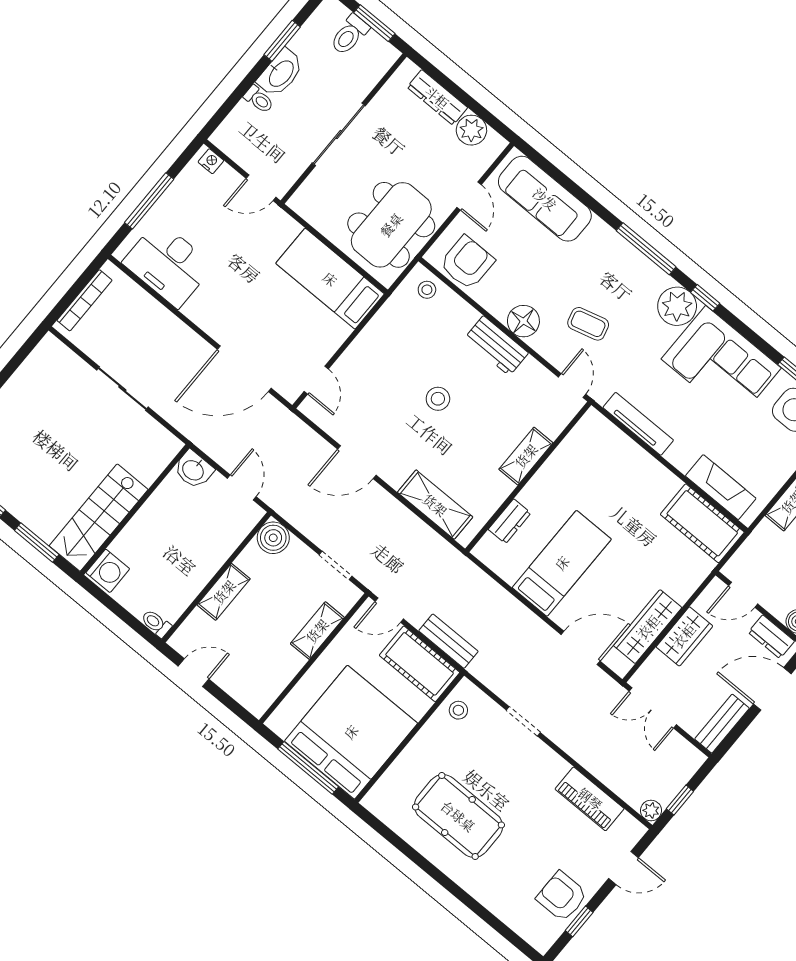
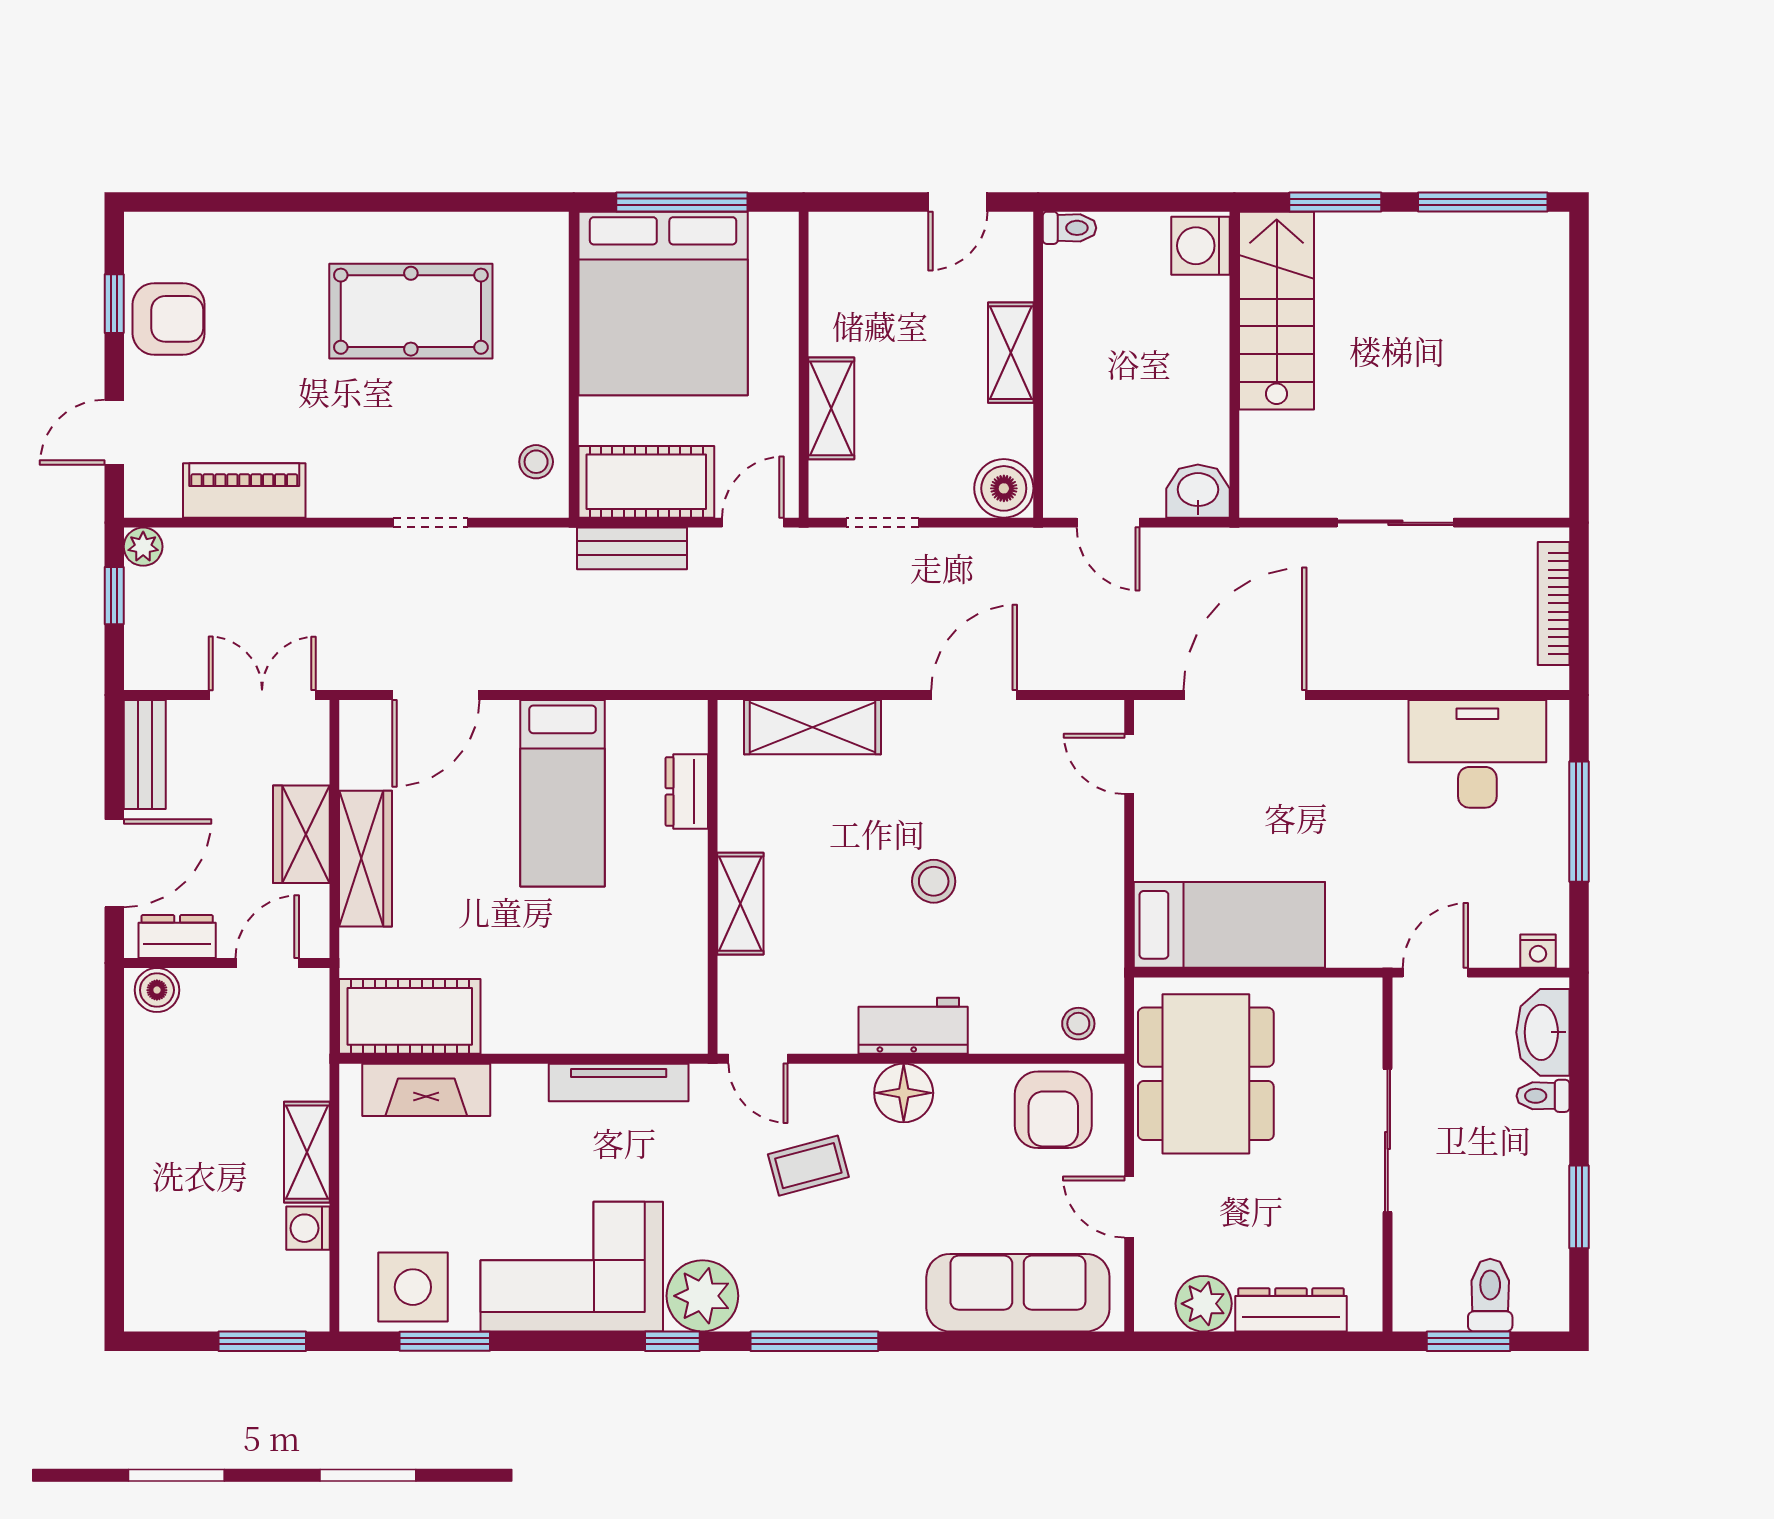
washbasin: (281, 73) -> (1543, 1032), moved
wardrobe: (648, 627) -> (366, 859), moved

